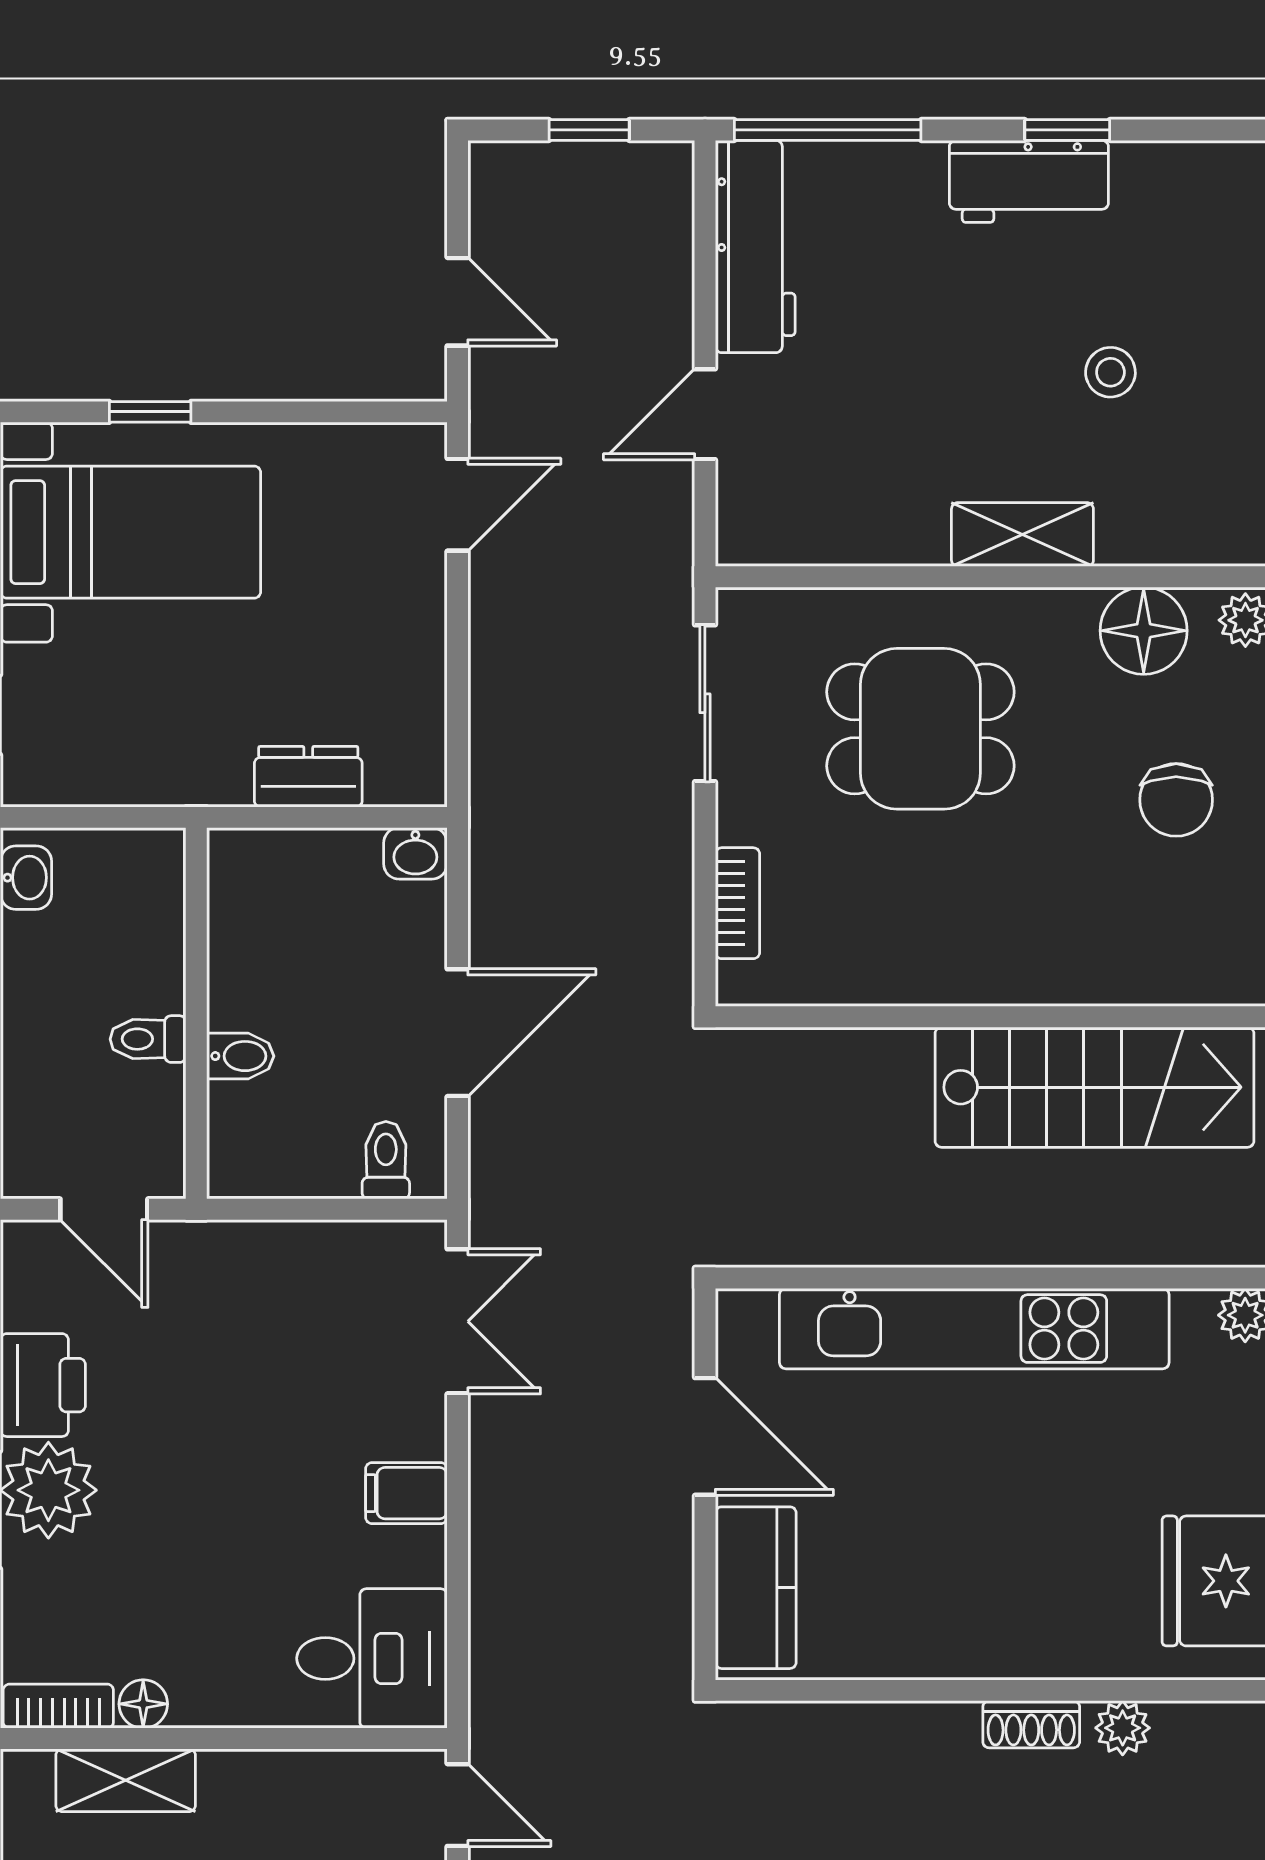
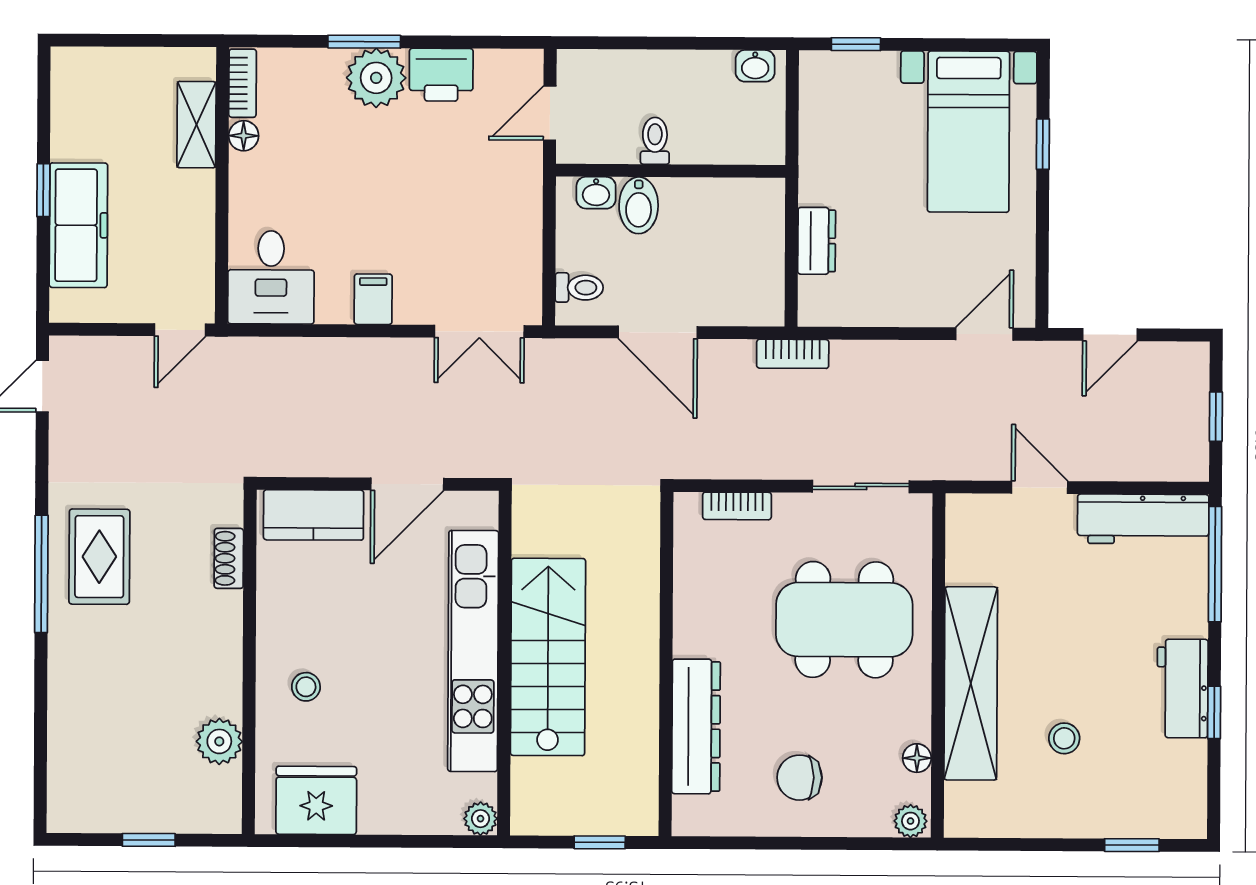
door: (457, 505) -> (984, 334), swing flipped
shelving: (1022, 535) -> (971, 683), width x2.20, depth x1.33
floor lamp: (1144, 631) -> (917, 758), width x0.53, depth x0.53
dining table: (920, 729) -> (844, 620), width x1.38
bookcase: (491, 814) -> (793, 354), added
washbasin: (415, 853) -> (596, 193), moved, turned -90
dresser: (1094, 968) -> (696, 726), added
bidet: (240, 1056) -> (639, 205), width x1.38, depth x1.36
stairs: (1095, 1087) -> (548, 657), moved, turned 180
stool: (1034, 1598) -> (306, 687), added
shoe rack: (1031, 1724) -> (229, 558), moved
plant: (1123, 1728) -> (219, 741), width x1.38, depth x1.38

